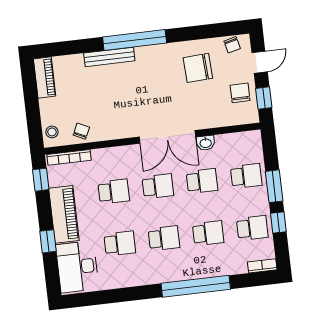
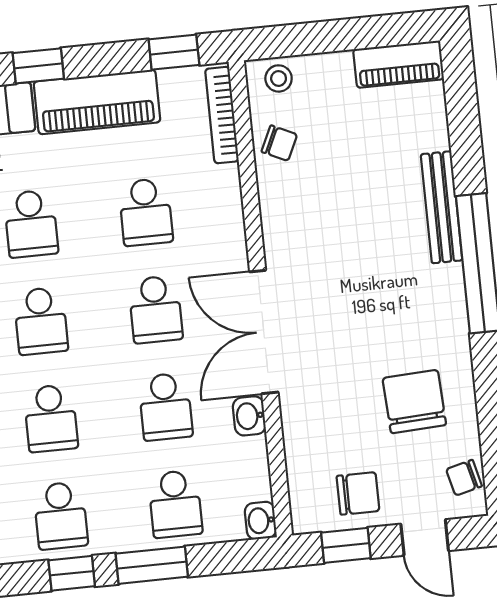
washbasin: (253, 137) -> (261, 521), added

